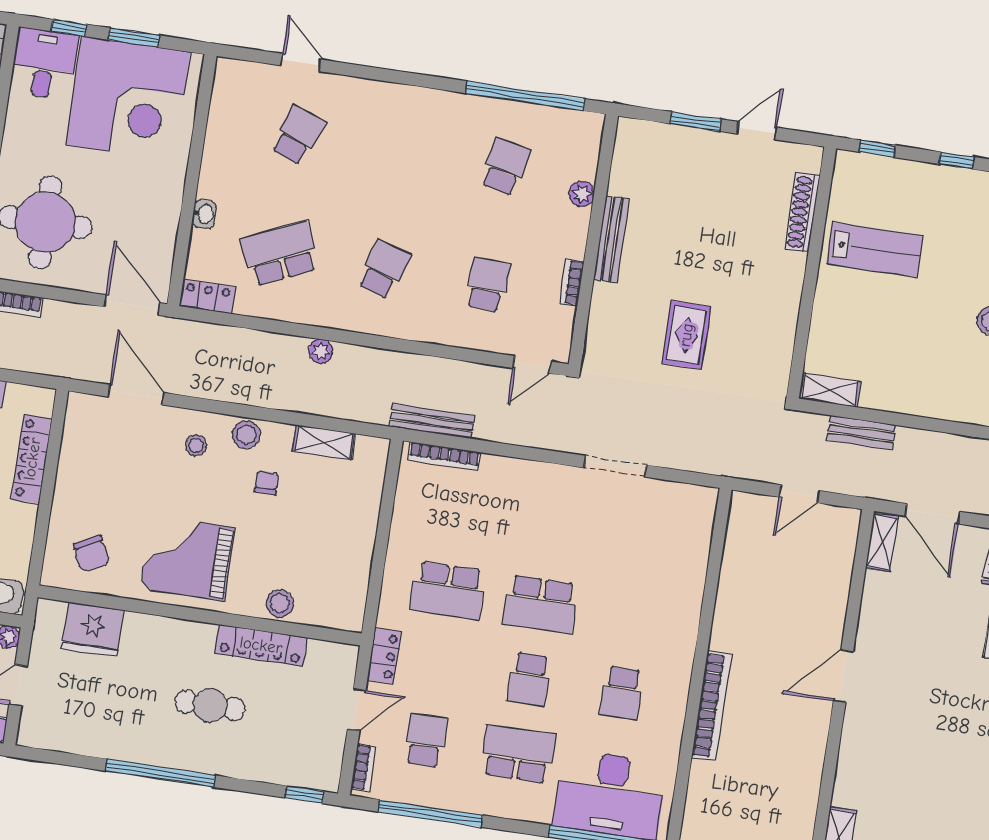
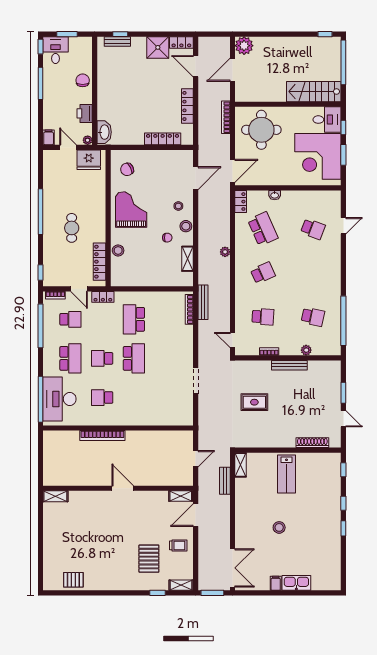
lab bench: (875, 250) -> (286, 474), moved
school desk: (384, 269) -> (263, 273), turned -42
door: (799, 494) -> (196, 459), swing flipped
school desk: (540, 604) -> (134, 358), turned 180
fridge: (93, 629) -> (89, 160), moved, turned -90
locker: (261, 645) -> (100, 262), moved

